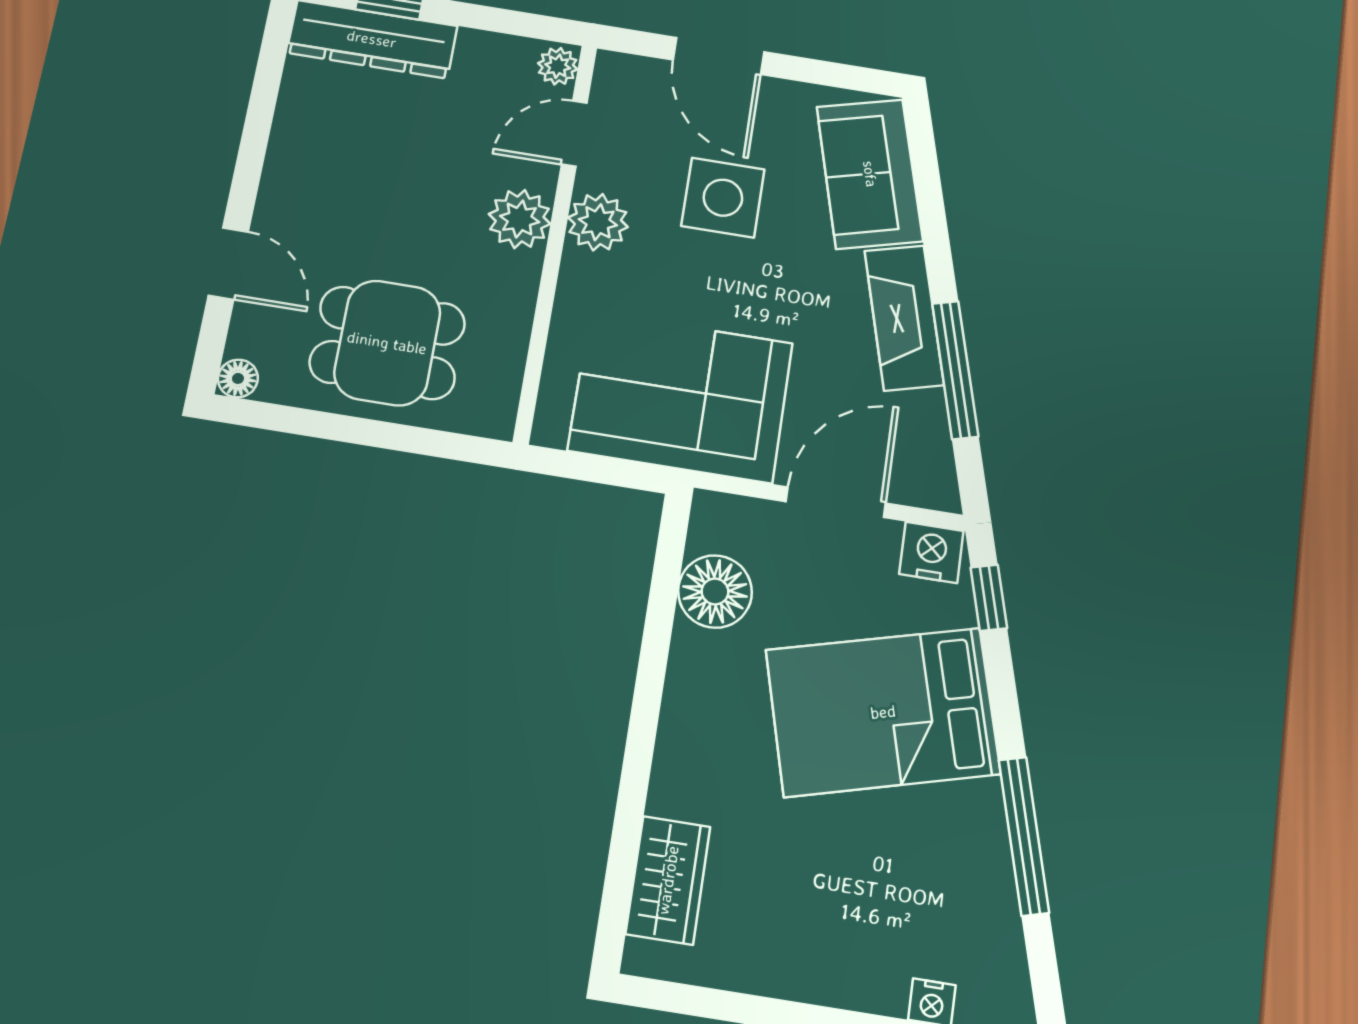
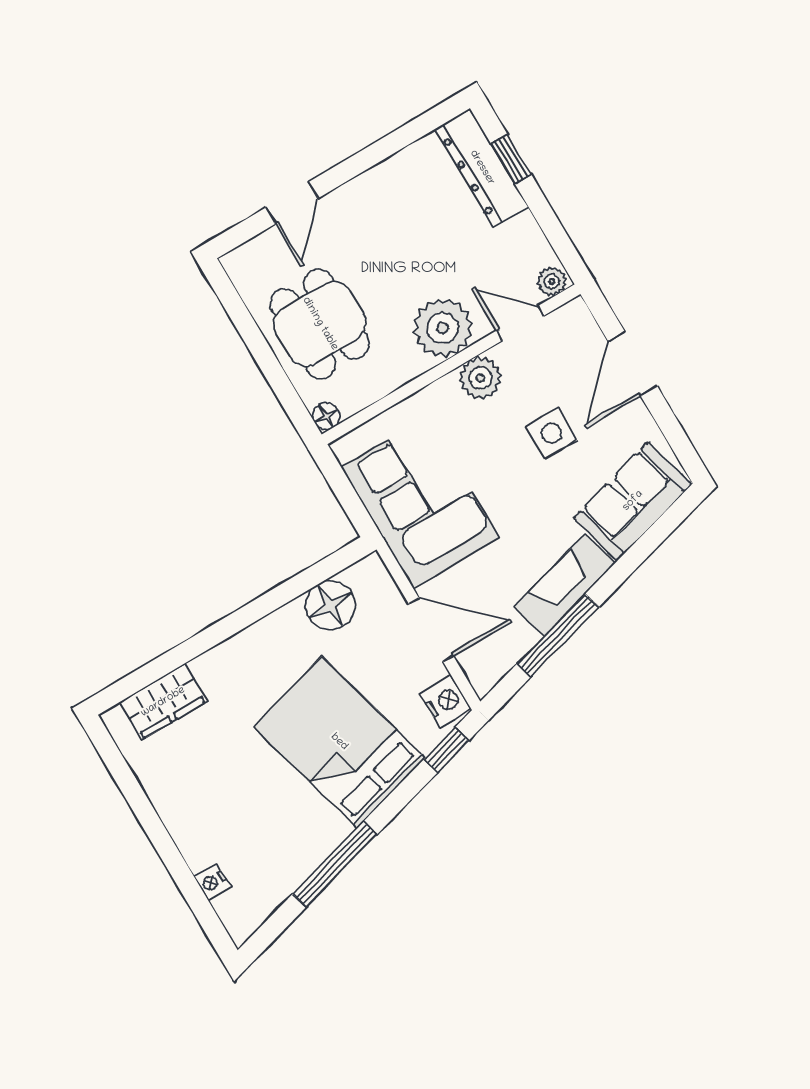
side table: (723, 198) -> (551, 433), width x0.73, depth x0.73
plant: (520, 219) -> (443, 328), width x1.36, depth x1.36
floor lamp: (238, 378) -> (326, 416), moved

